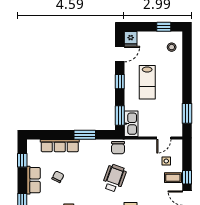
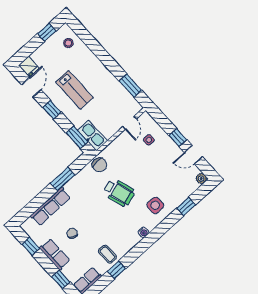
wheelchair: (114, 178) -> (119, 192), turned 143
coffee table: (173, 178) -> (167, 148), removed

